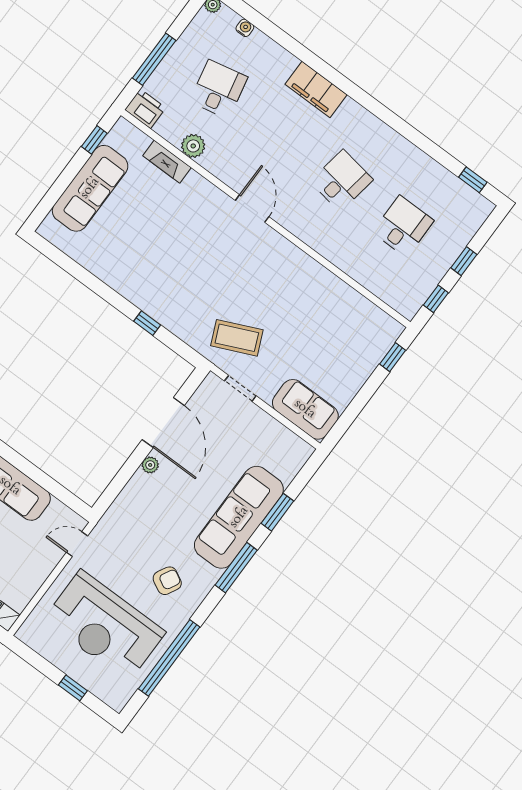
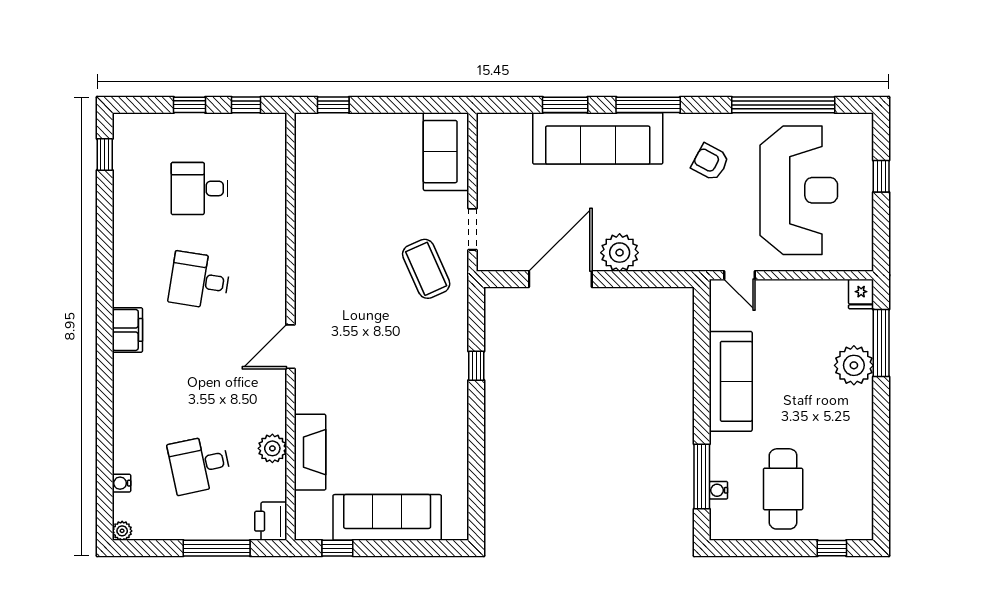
filing cabinet: (316, 89) -> (127, 330), moved, width x0.67, depth x0.86
fireplace: (167, 162) -> (310, 452), width x1.37, depth x1.32
plant: (150, 465) -> (620, 253), width x1.88, depth x1.88

